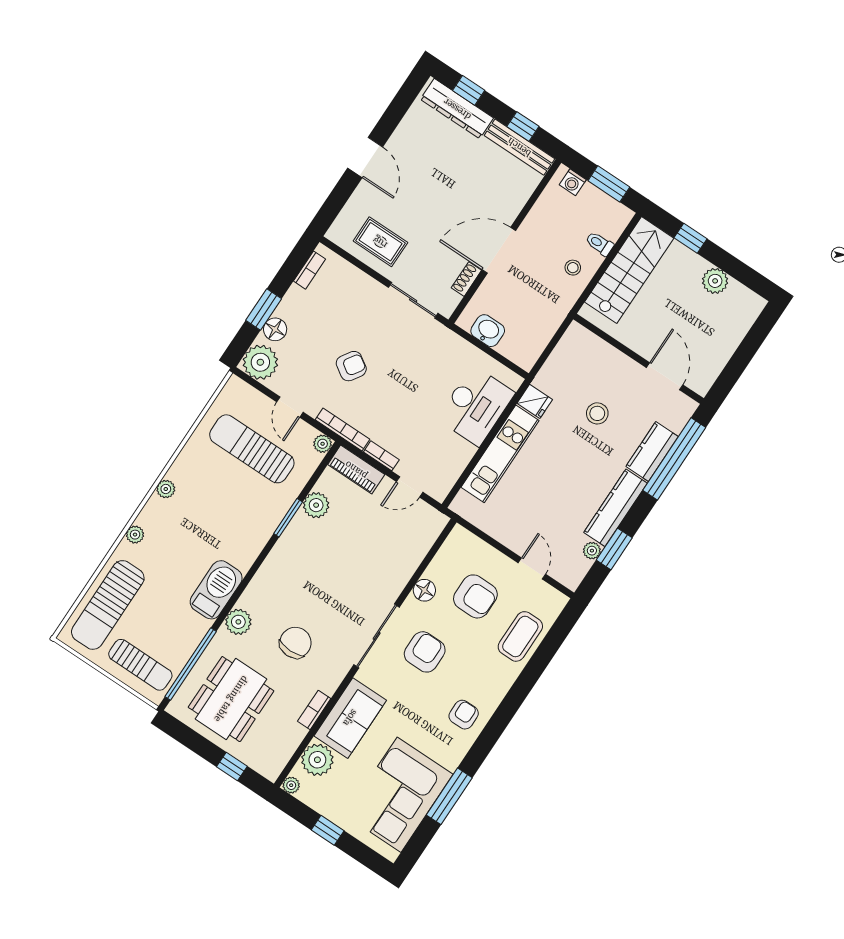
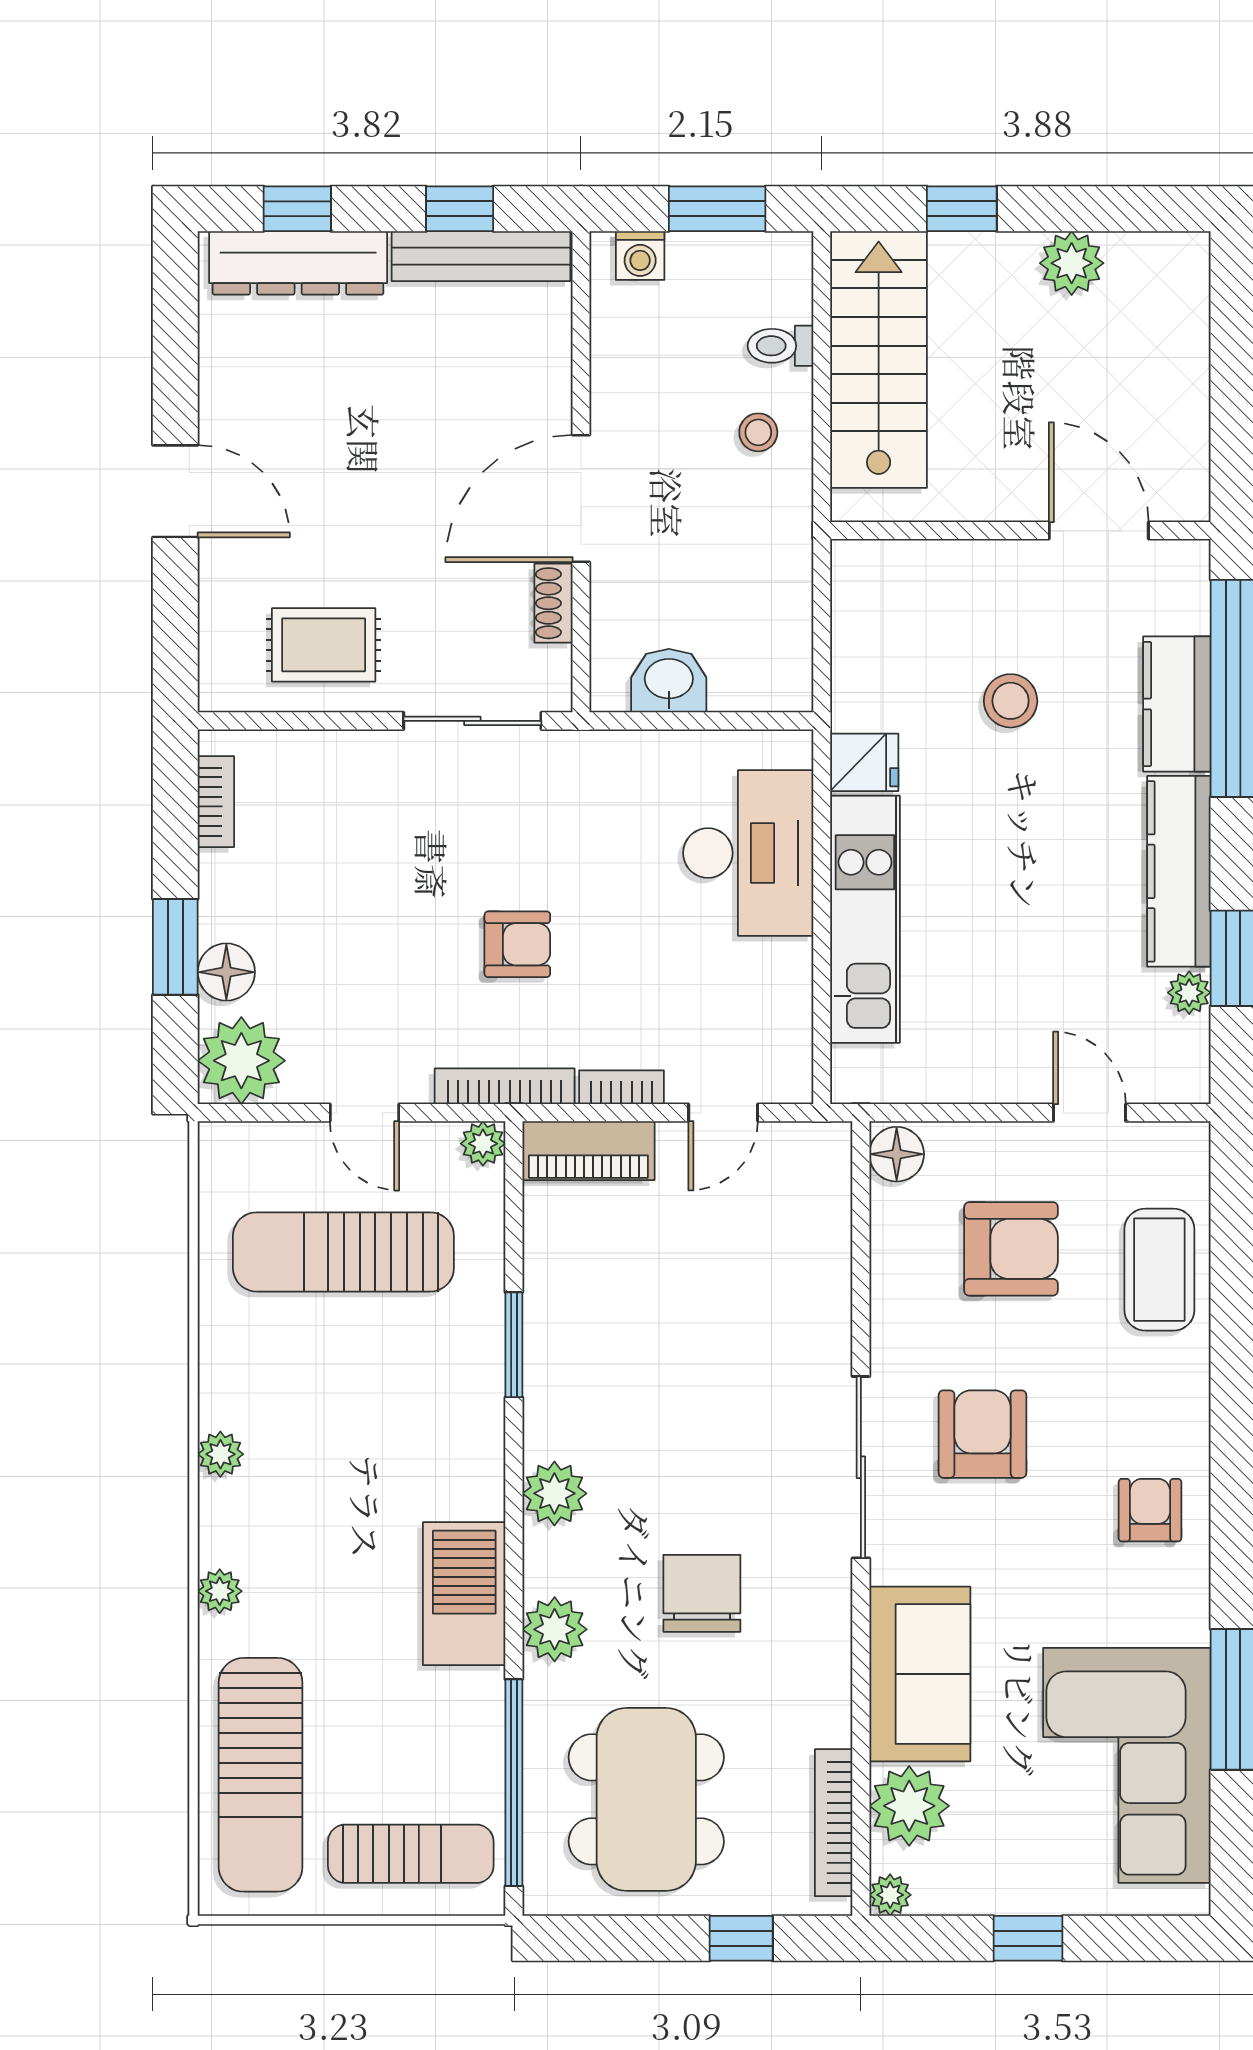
armchair: (351, 366) -> (517, 944), moved, turned 57
plant: (316, 505) -> (554, 1493), moved
floor lamp: (424, 590) -> (897, 1154), moved
bookcase: (314, 710) -> (834, 1823), moved, width x1.56

